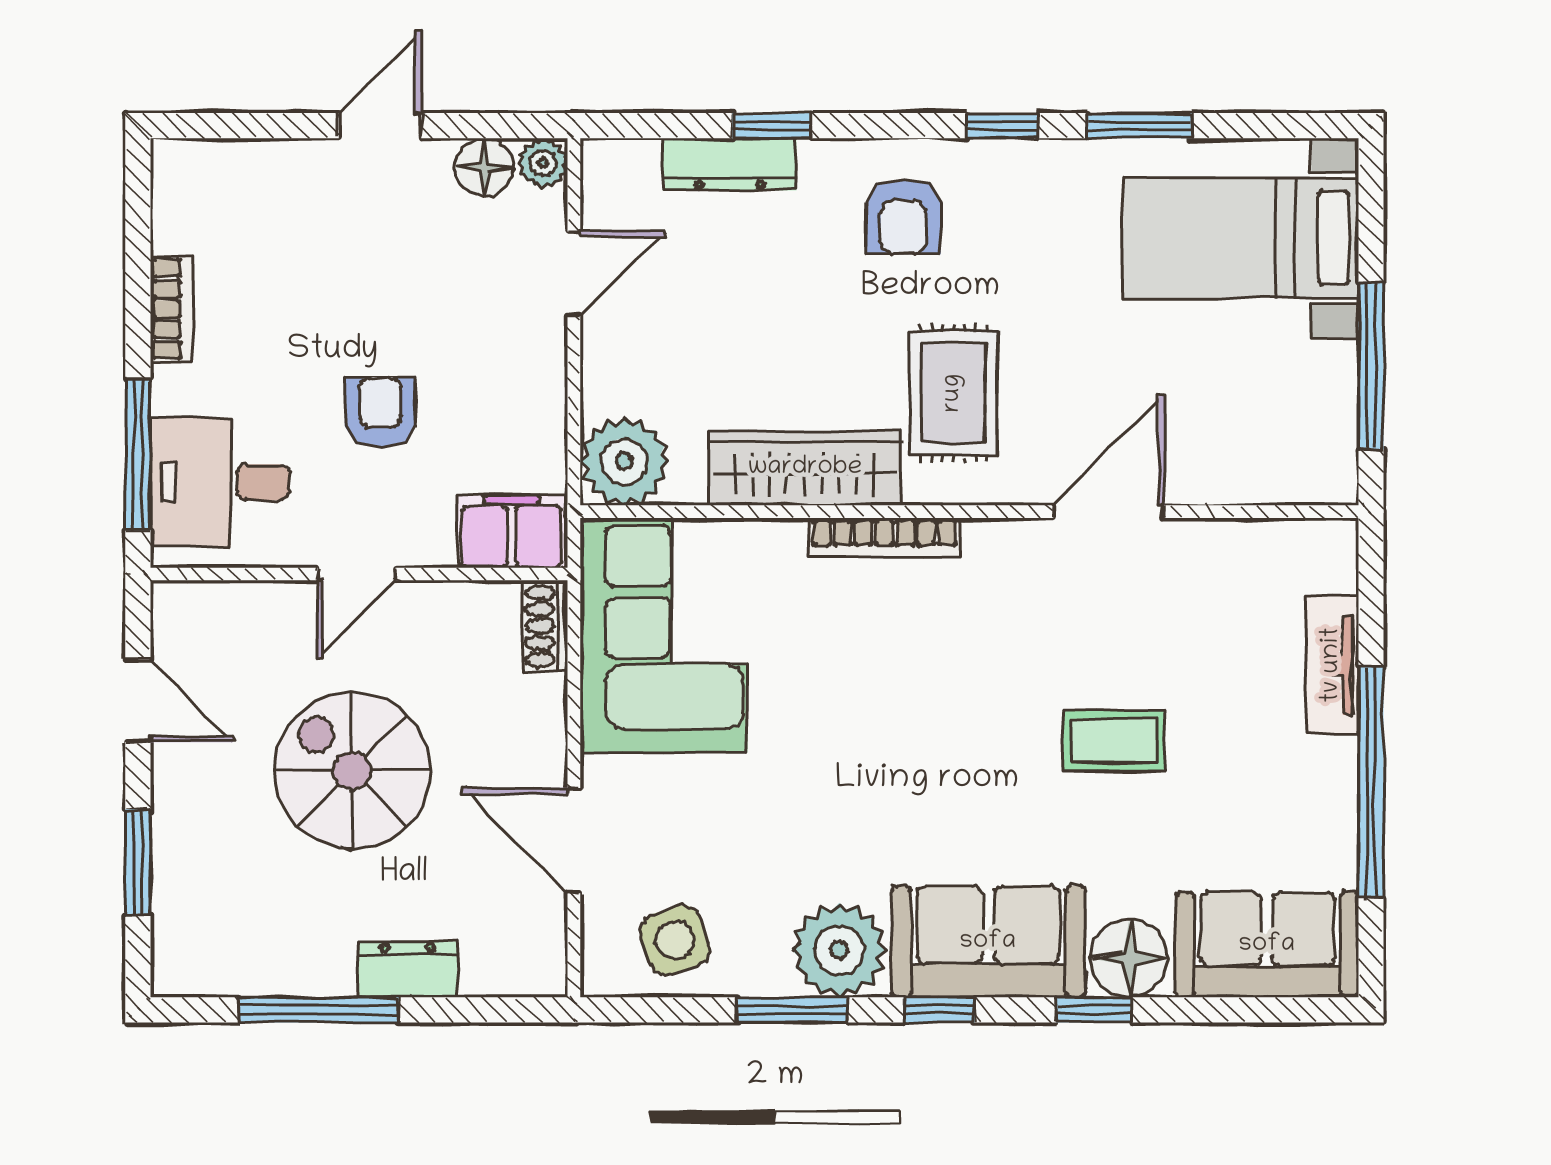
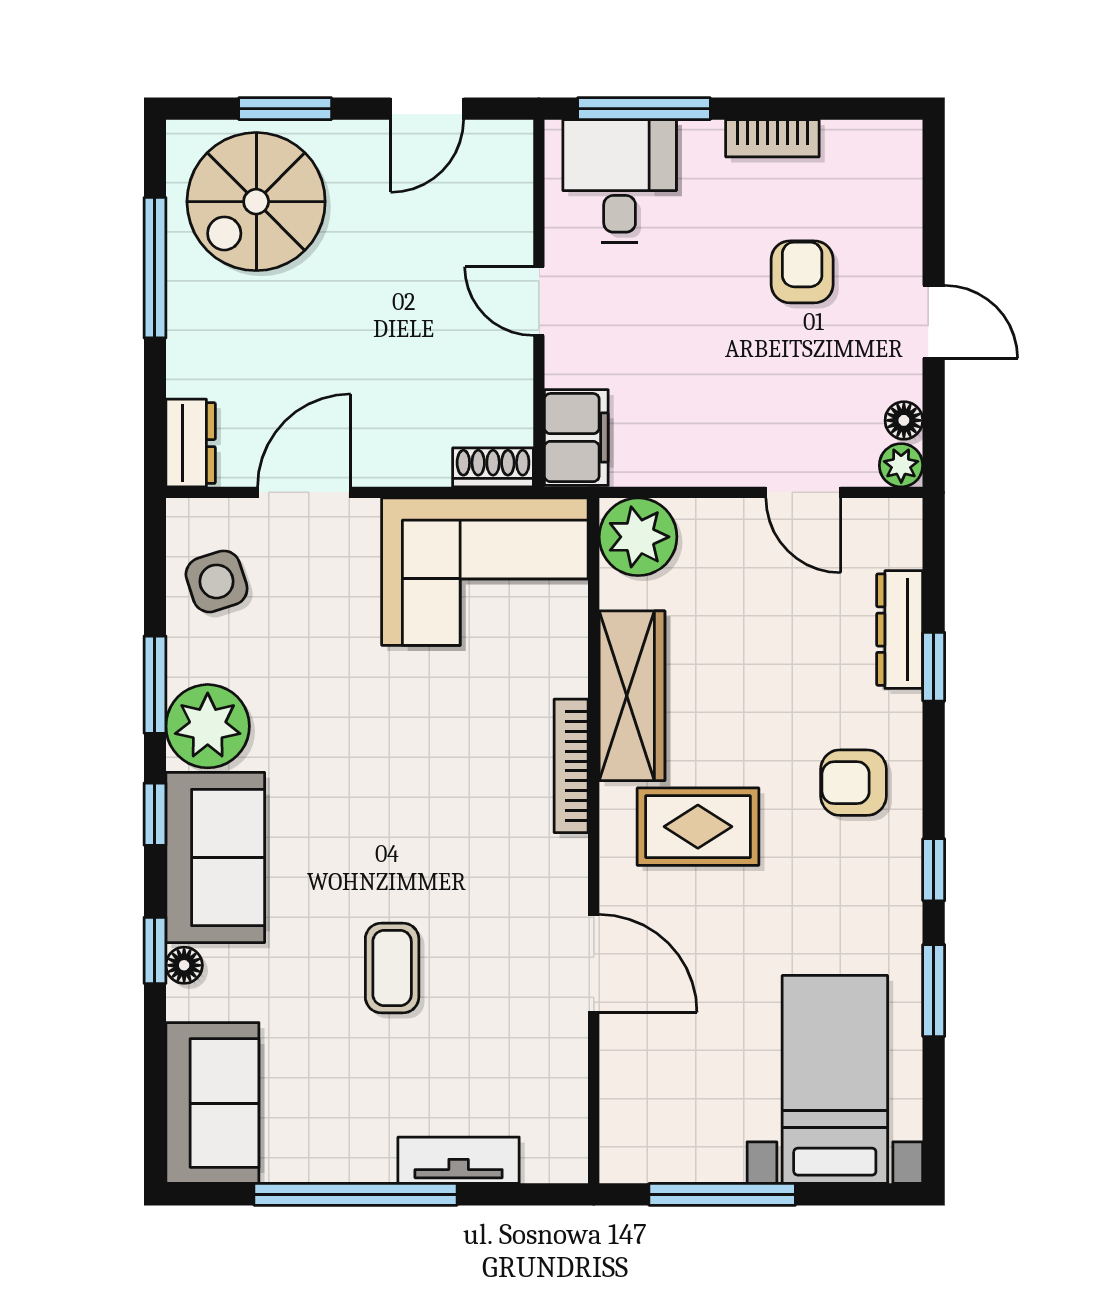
floor lamp: (484, 167) -> (904, 420), width x0.73, depth x0.73
armchair: (380, 412) -> (802, 272), moved, turned -90
spiral stairs: (352, 771) -> (256, 202), moved, turned 180
floor lamp: (1129, 959) -> (184, 965), width x0.53, depth x0.53
dresser: (407, 969) -> (191, 443), moved

